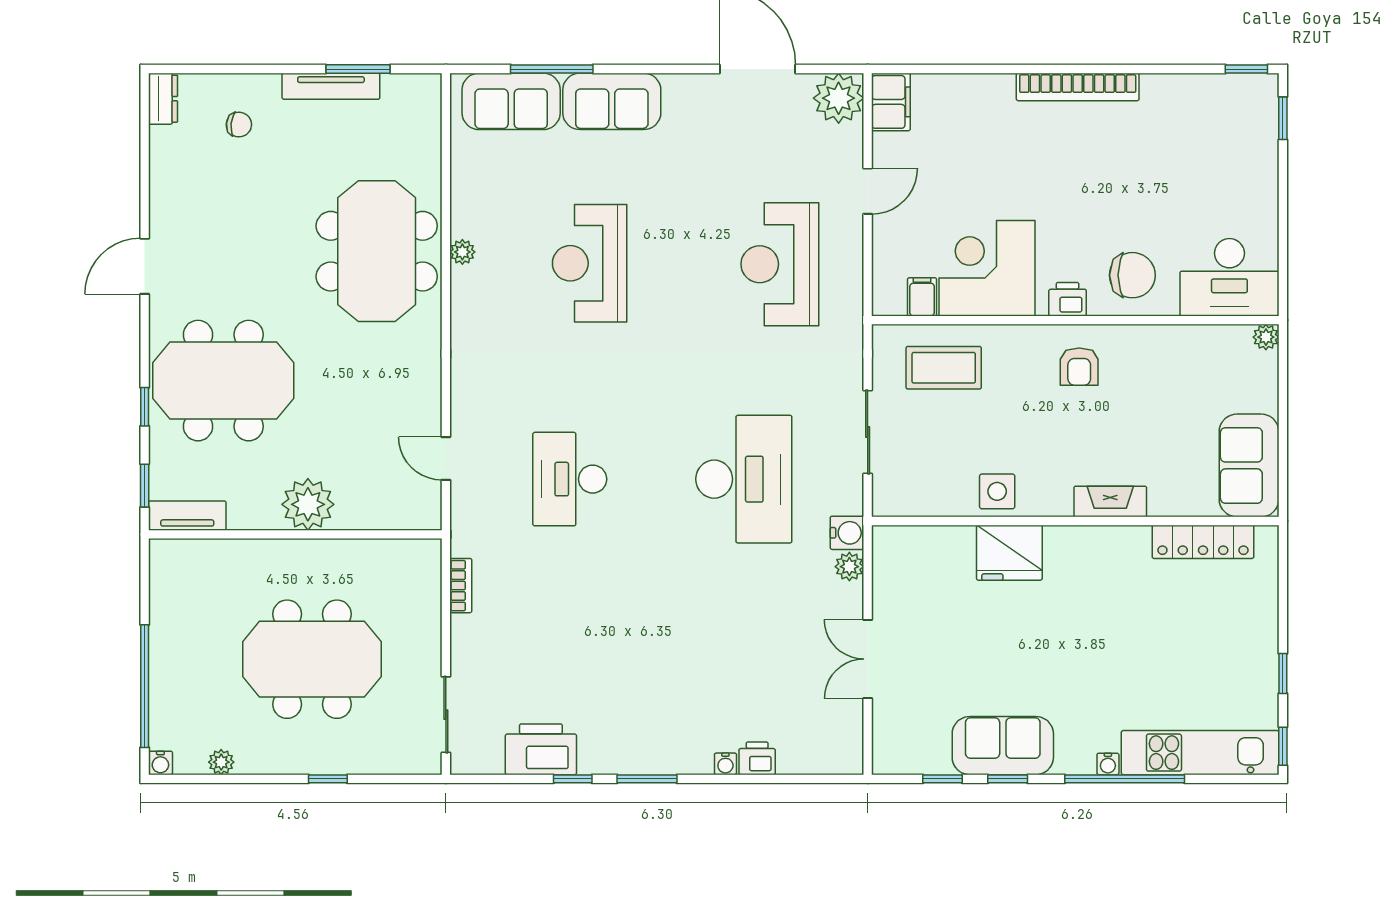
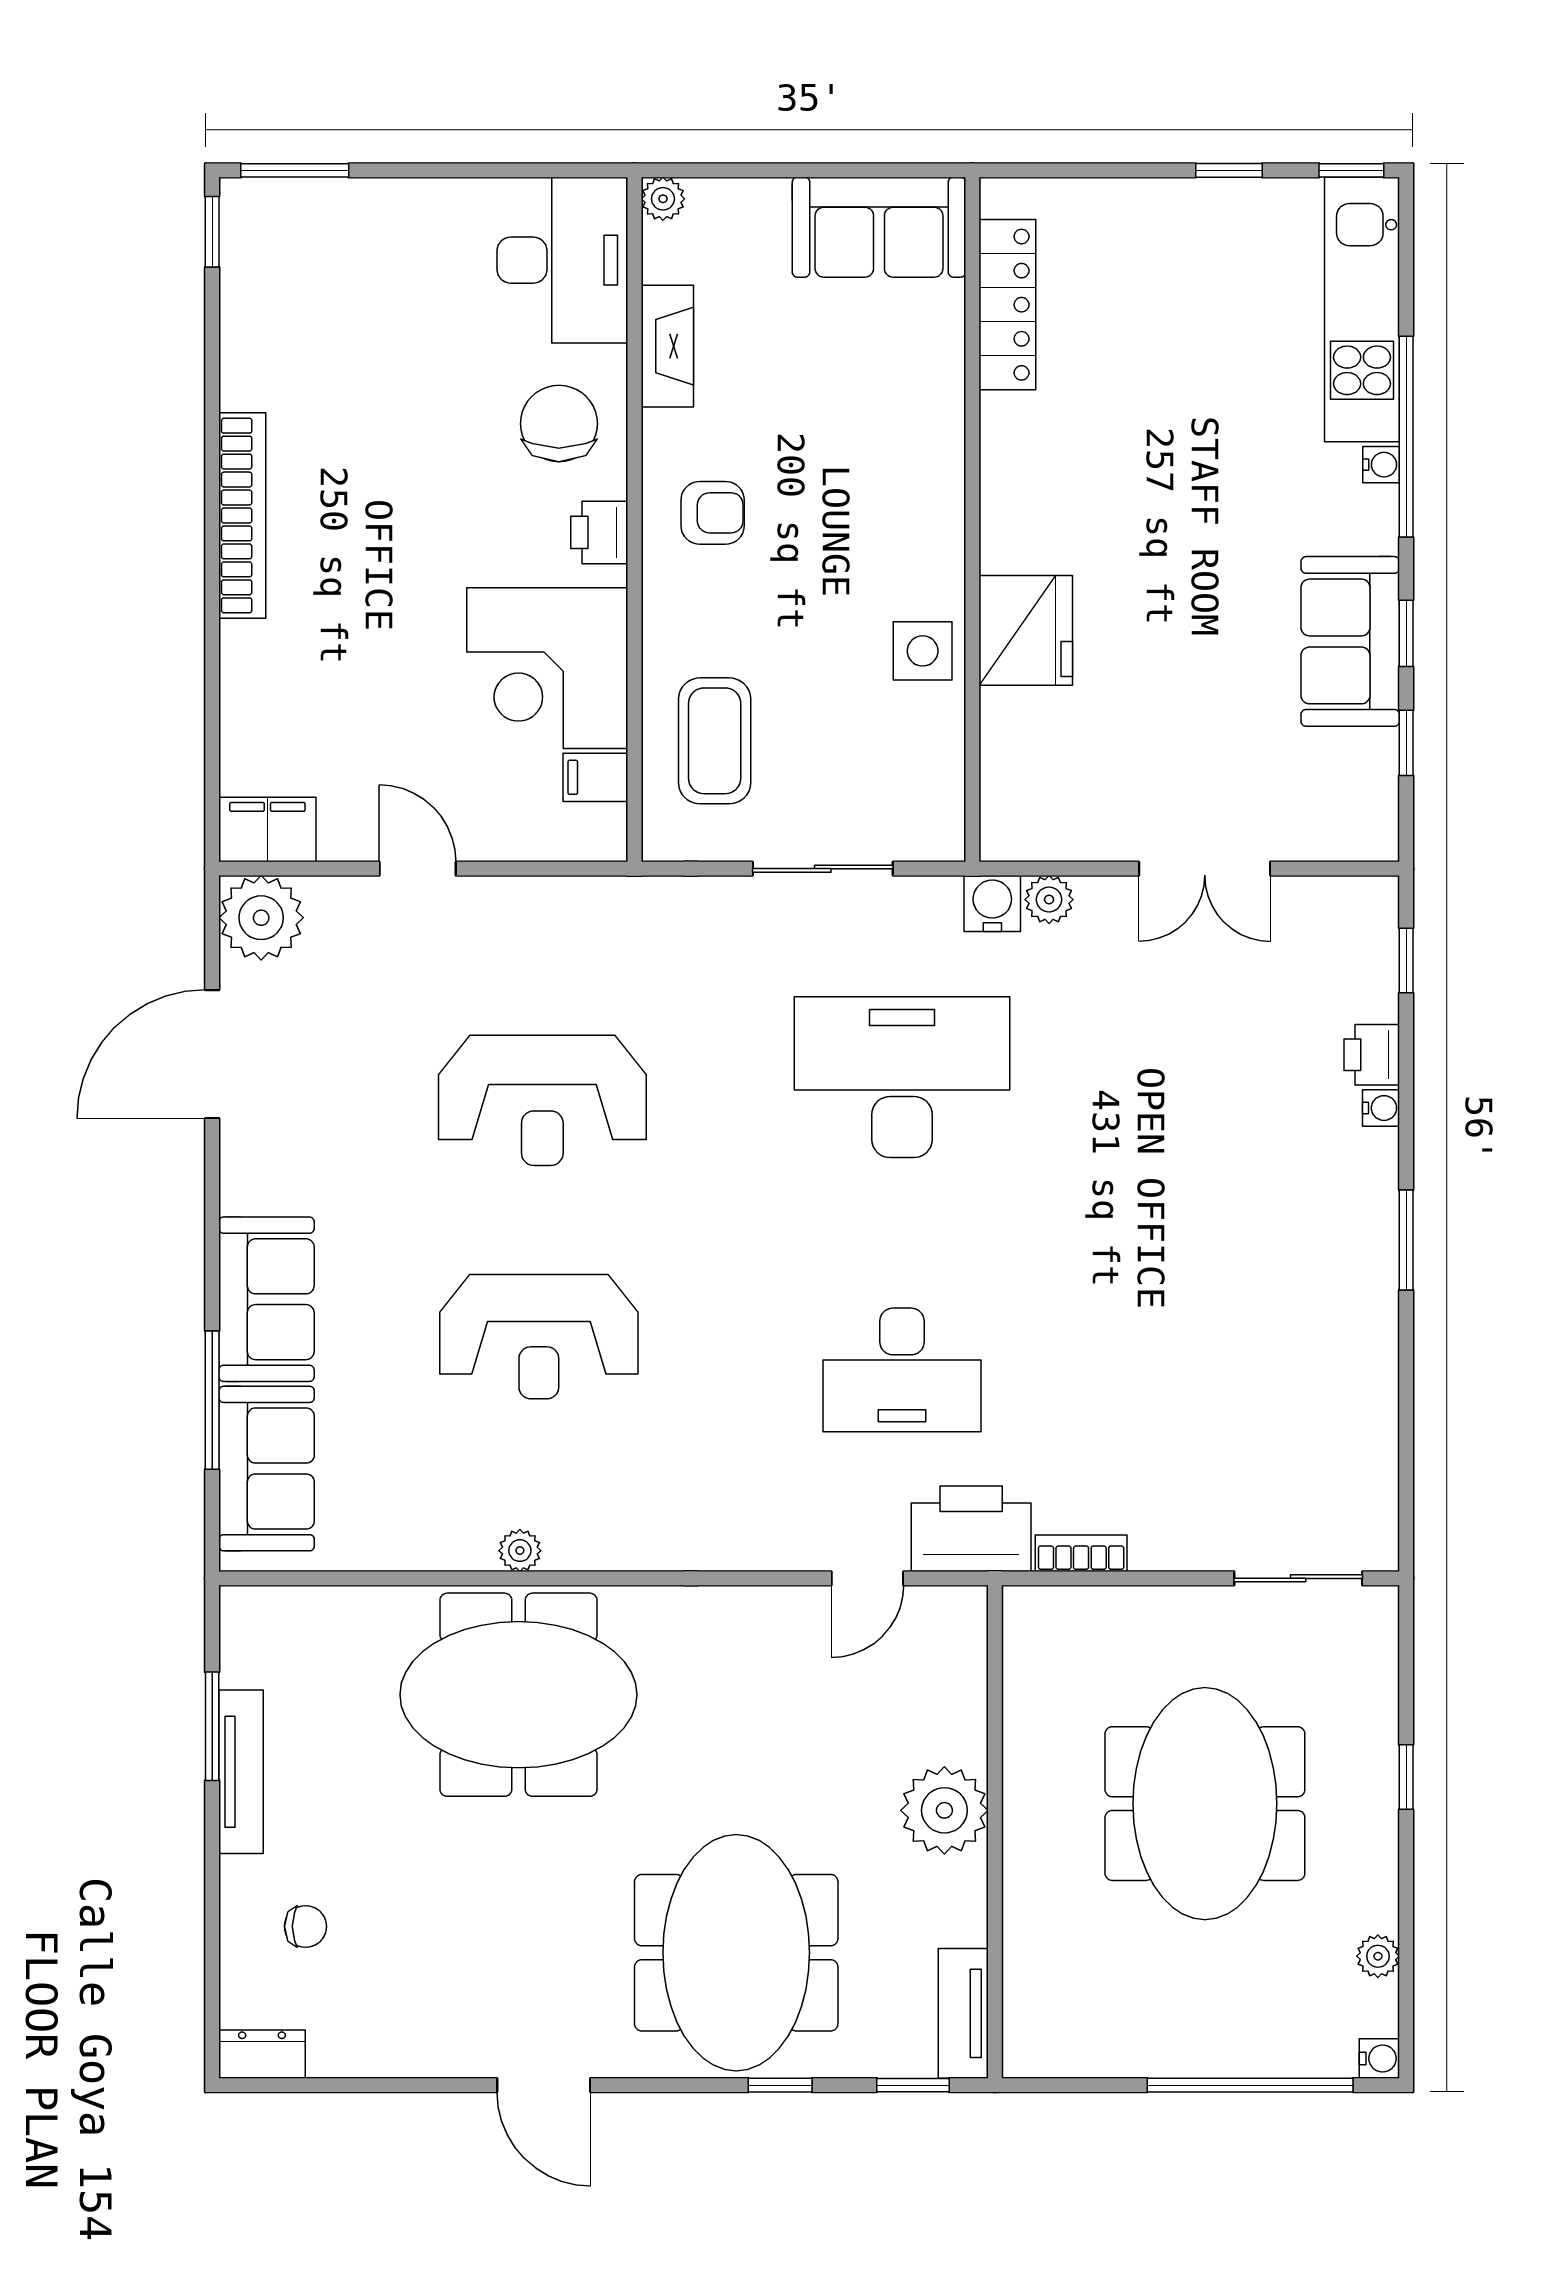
window: (1283, 118) -> (295, 170), width x1.50
chair: (239, 125) -> (305, 1926), turned 84
reception desk: (780, 264) -> (542, 1100), moved
fireplace: (1110, 502) -> (667, 346), moved, turned 180
printer: (541, 749) -> (971, 1529), moved, turned 90
window: (573, 779) -> (1406, 960), moved

